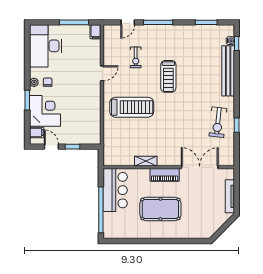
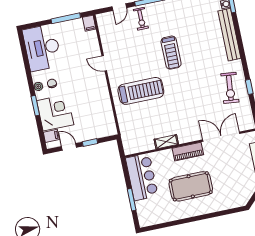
exercise bike: (136, 57) -> (141, 19), moved
door: (102, 73) -> (104, 63), swing flipped
window: (101, 210) -> (132, 200), width x0.47

